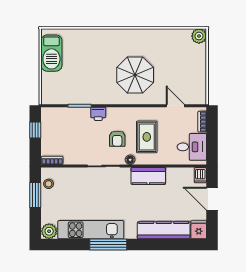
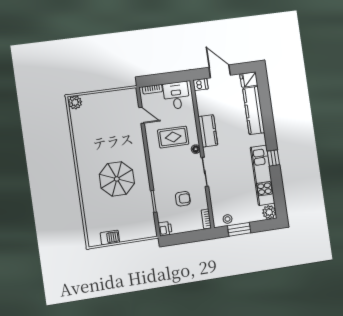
barbecue: (51, 53) -> (110, 238), width x0.53, depth x0.65
parasol: (135, 75) -> (117, 179), moved
door: (175, 106) -> (141, 115), swing flipped
printer: (98, 114) -> (165, 229), moved
window: (35, 130) -> (181, 238), removed
armchair: (117, 139) -> (183, 199), moved
door: (212, 199) -> (220, 71), swing flipped
window: (108, 245) -> (273, 158), width x0.46

